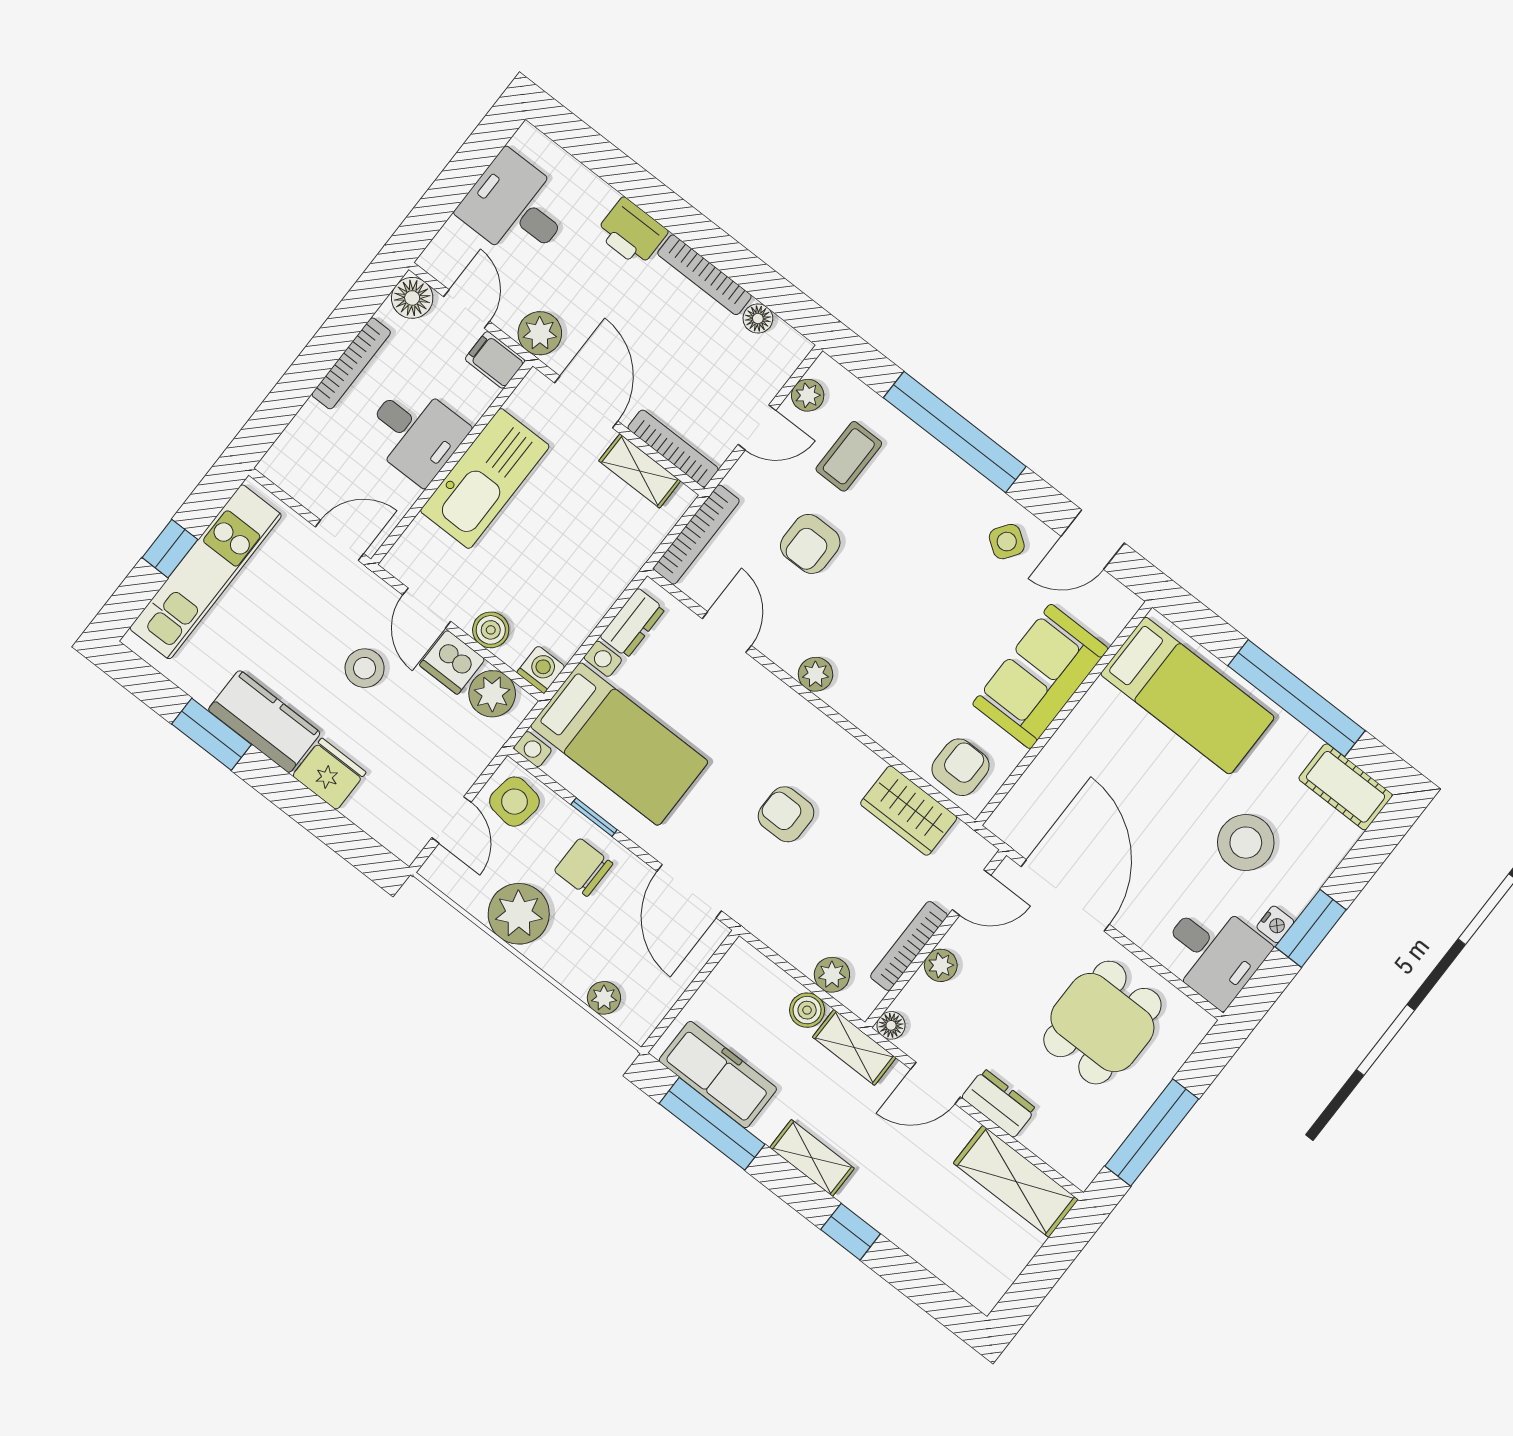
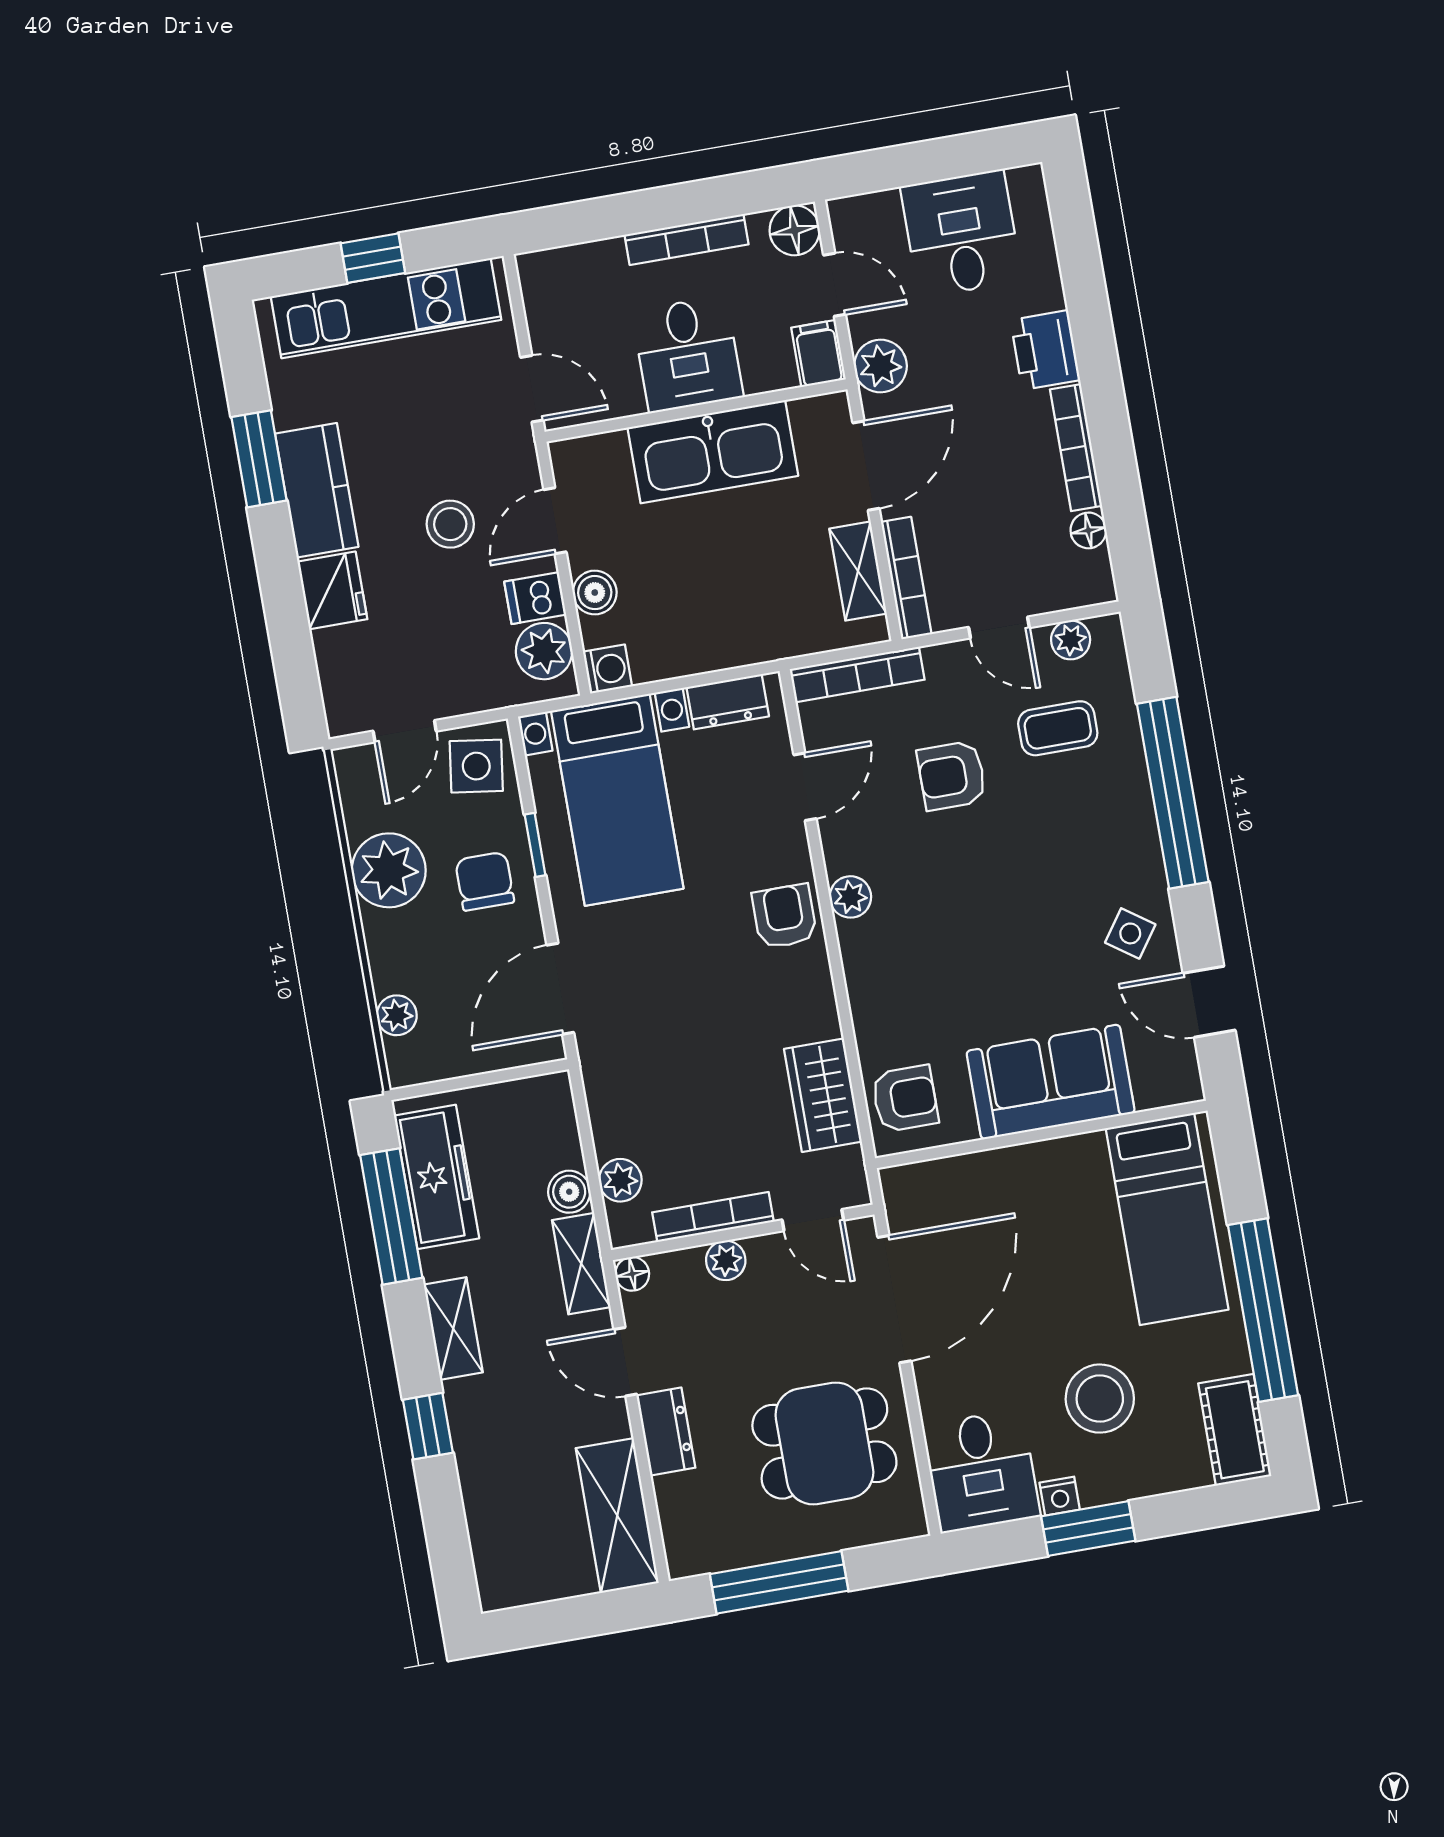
door: (467, 309) -> (835, 285), hinge flipped
dishwasher: (452, 662) -> (535, 598), width x0.73
armchair: (786, 814) -> (784, 916), moved

